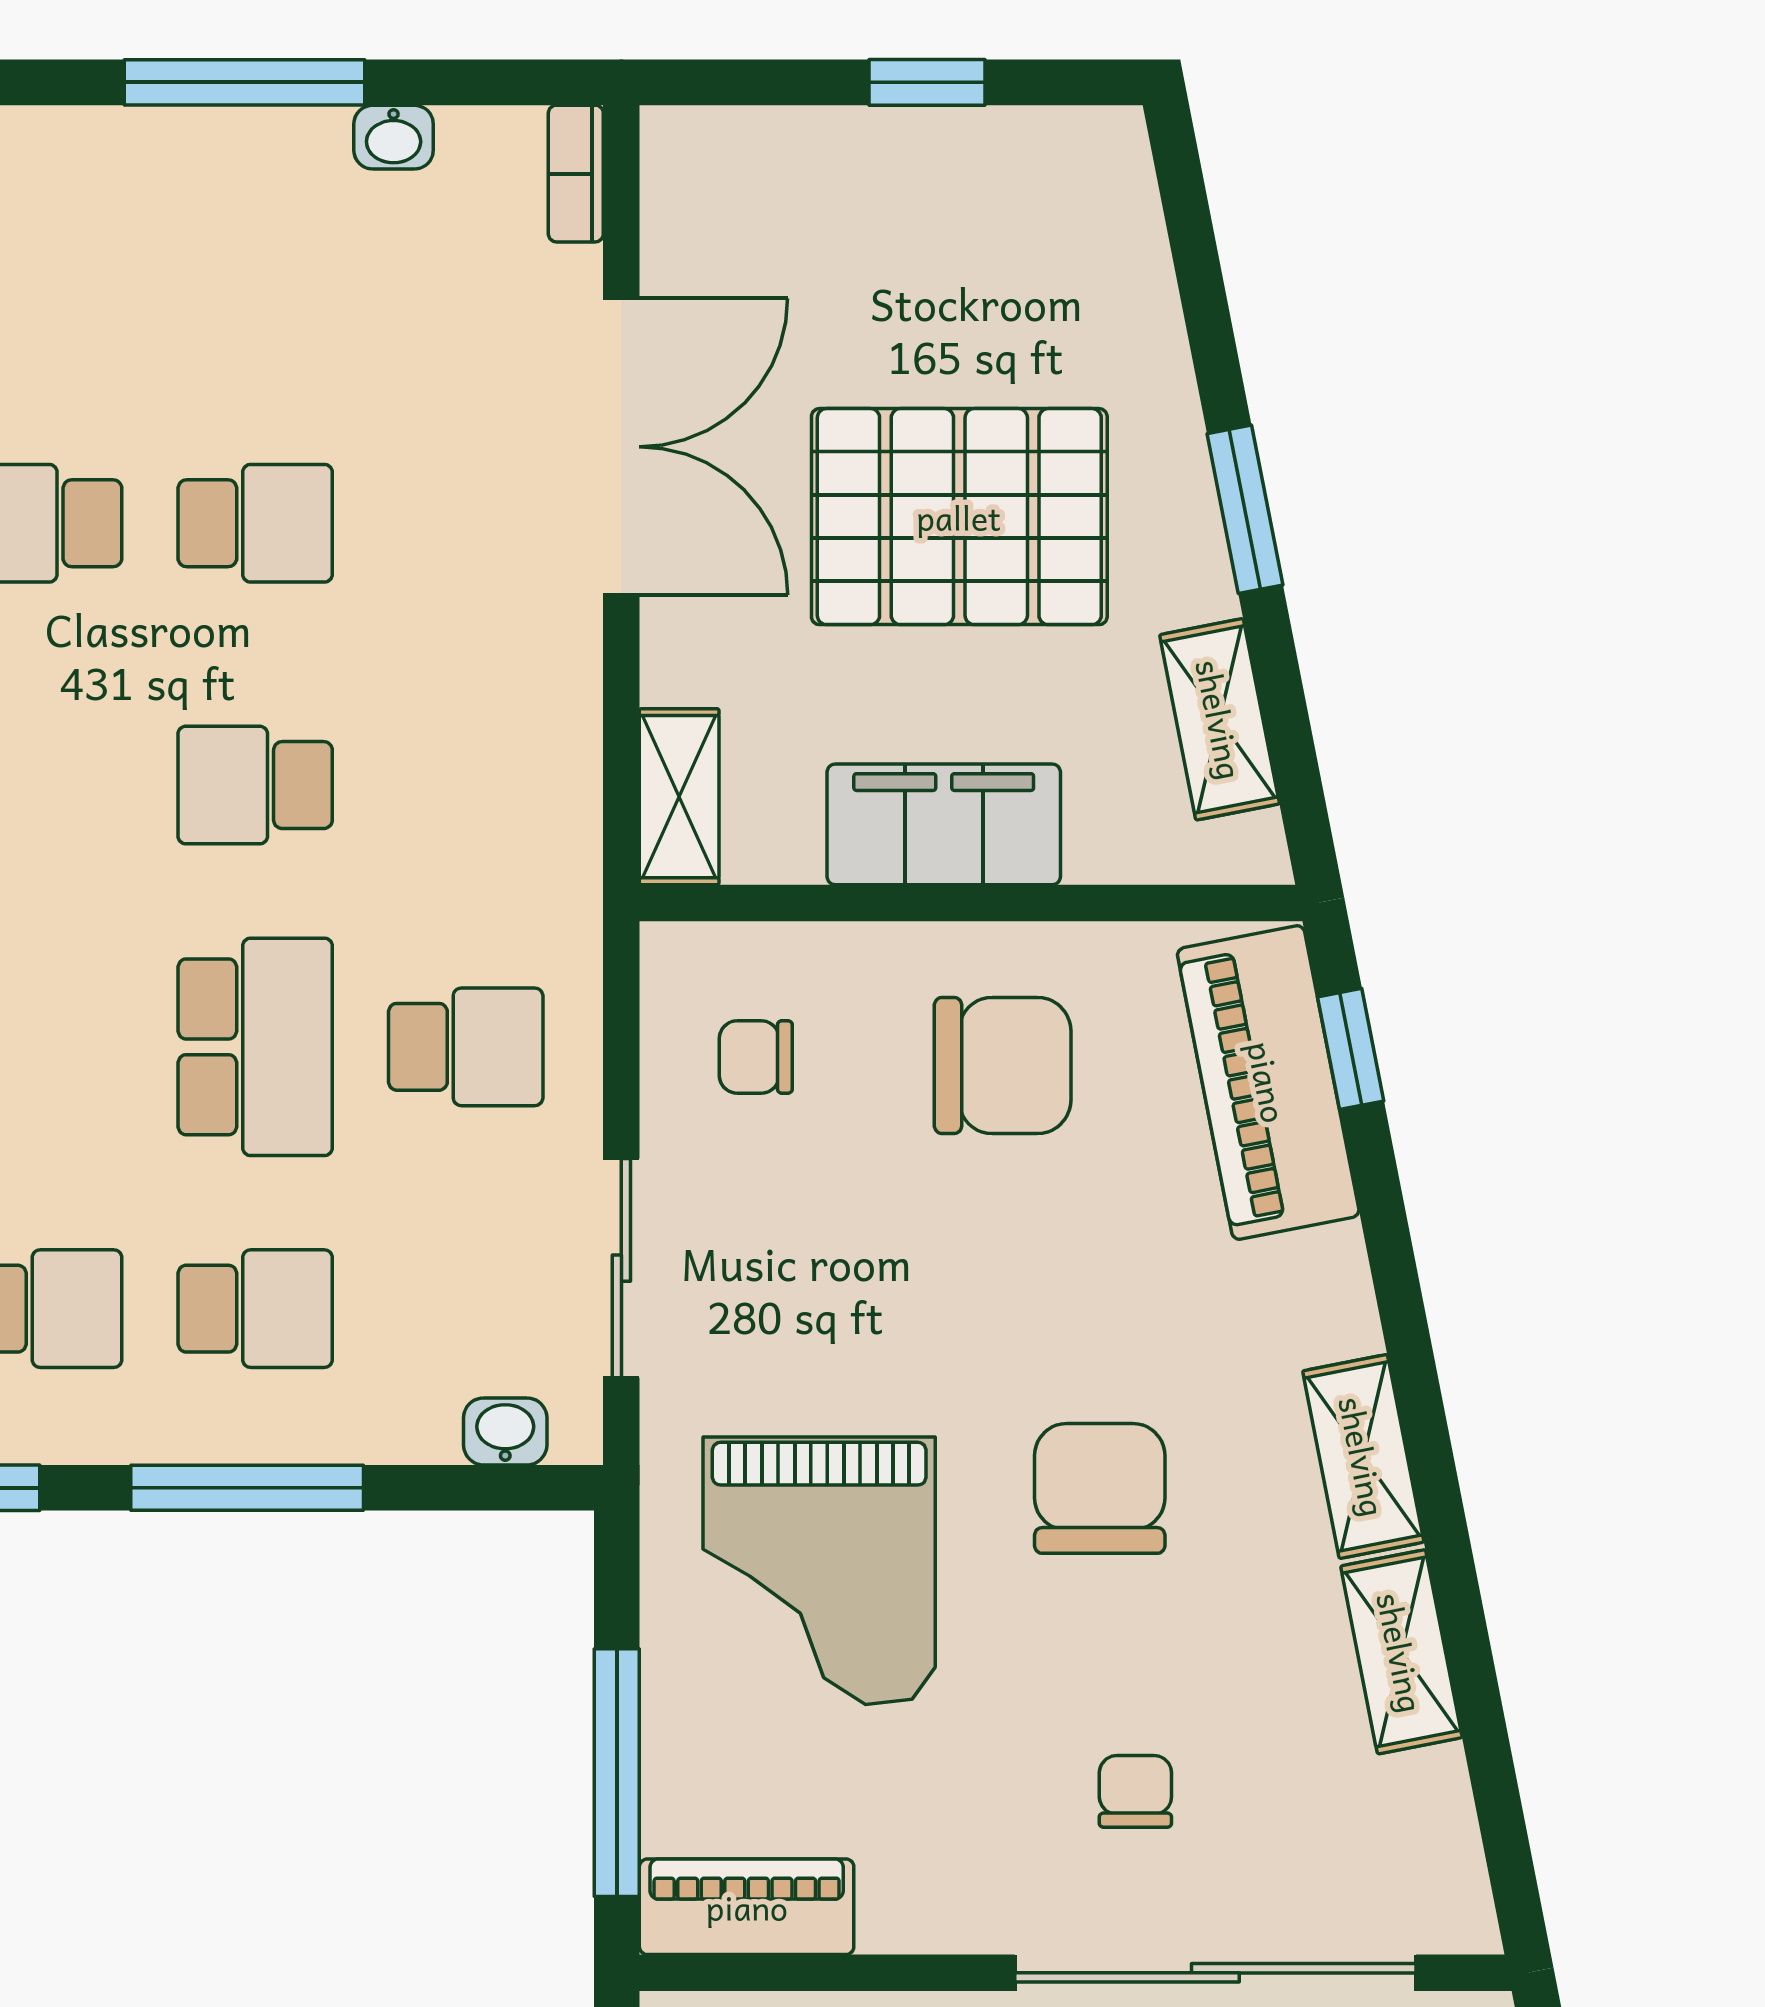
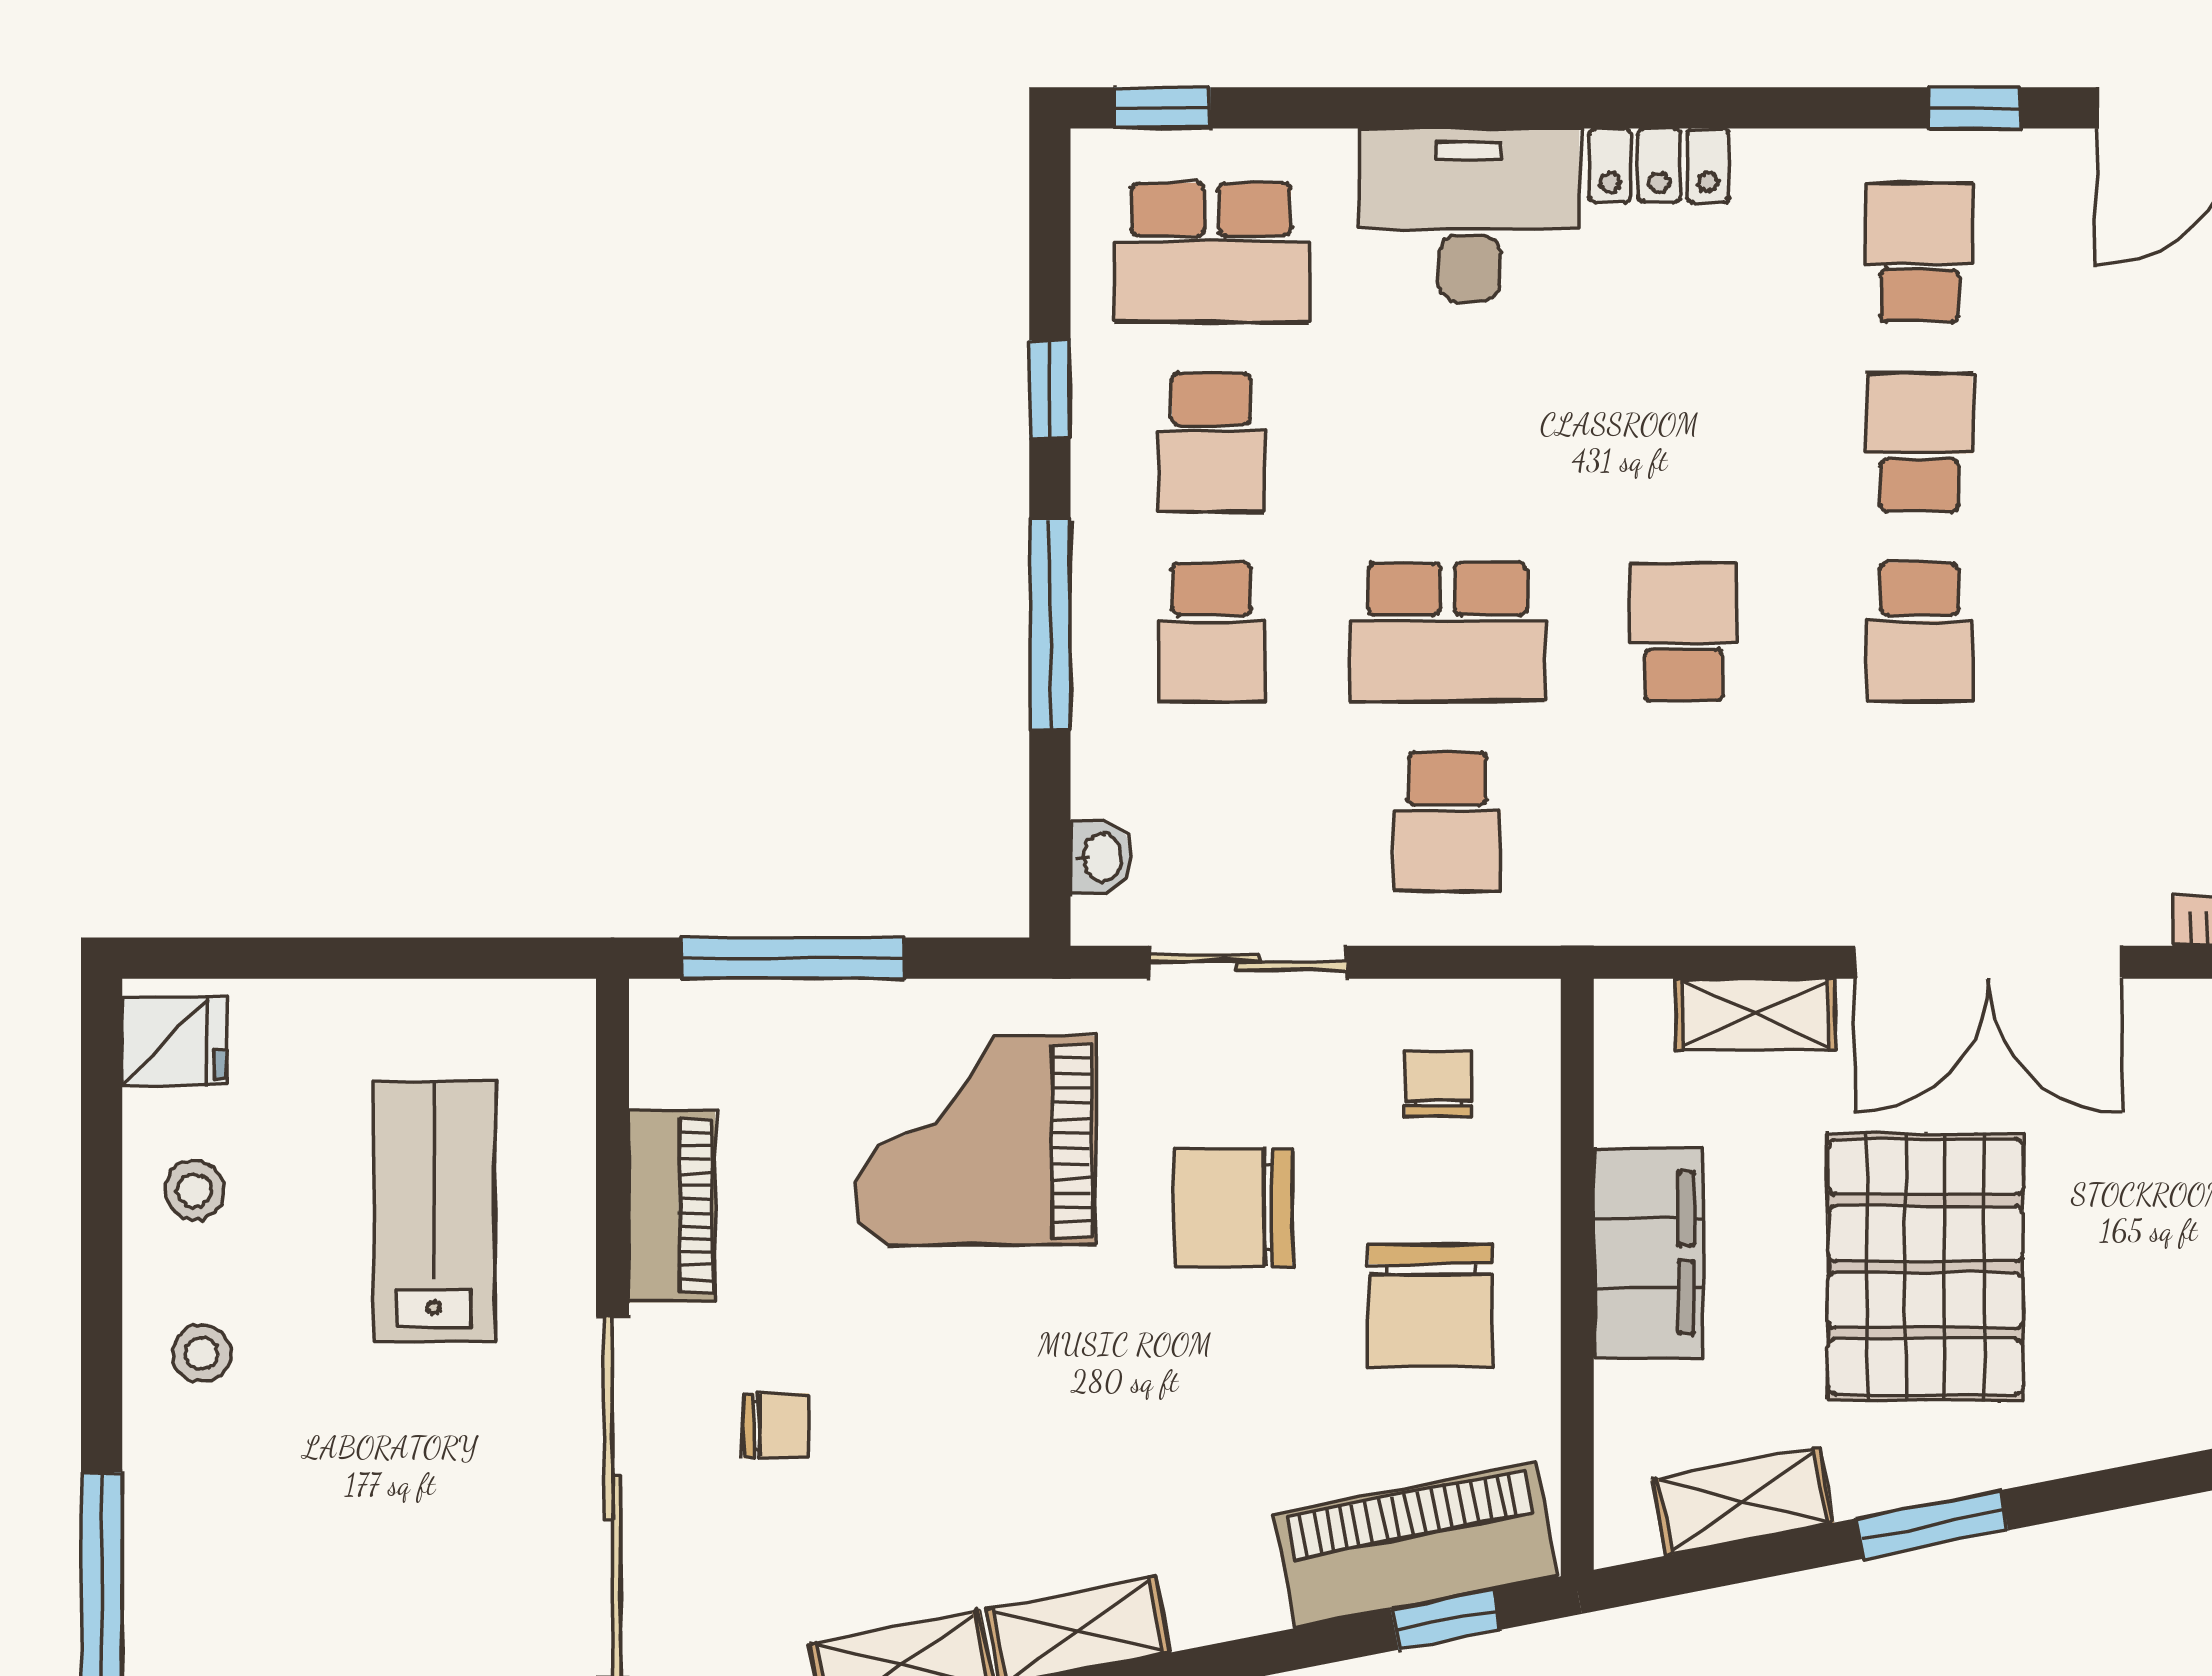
shelving: (679, 797) -> (1755, 1014), moved
chair: (1100, 1488) -> (1233, 1208), moved, turned 180
piano: (747, 1907) -> (672, 1206), moved

